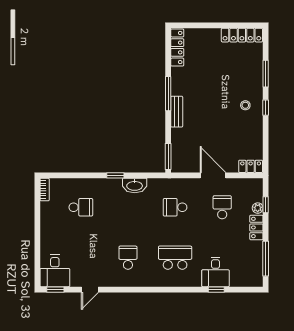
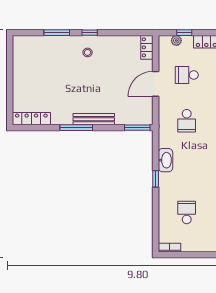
locker: (242, 35) -> (19, 56), removed
bench: (177, 112) -> (94, 119), width x1.36
plant: (258, 208) -> (176, 40), moved

